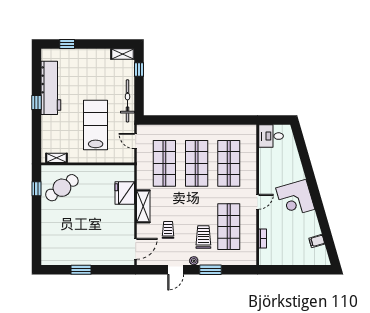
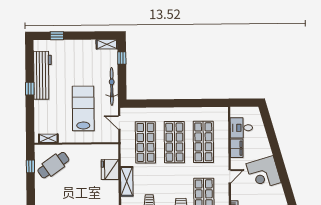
desk: (271, 136) -> (241, 128), moved
filing cabinet: (266, 171) -> (237, 148), added

